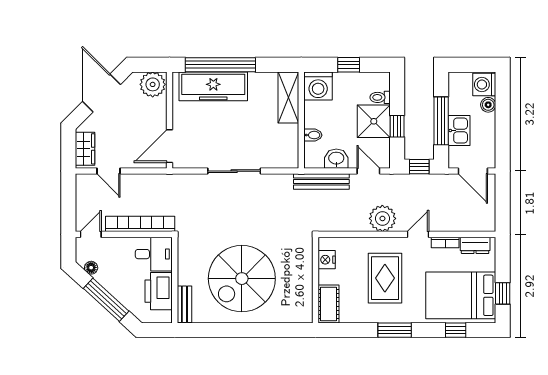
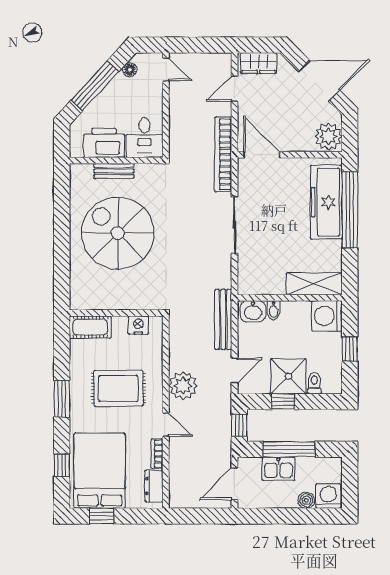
washbasin: (336, 159) -> (253, 311), moved, turned 90
bookcase: (140, 224) -> (223, 154), moved, turned 180
bench: (184, 304) -> (114, 171), moved

